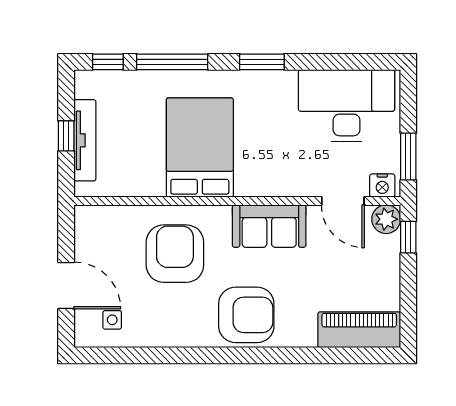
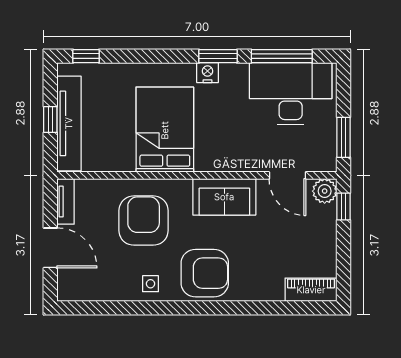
window: (172, 62) -> (282, 56), moved
tv unit: (85, 140) -> (69, 123), width x1.36, depth x1.29
nightstand: (382, 186) -> (207, 73), moved, turned 180
tv unit: (84, 231) -> (65, 201), added
side table: (112, 320) -> (151, 284), moved
piano: (359, 330) -> (311, 290), width x0.73, depth x0.75

